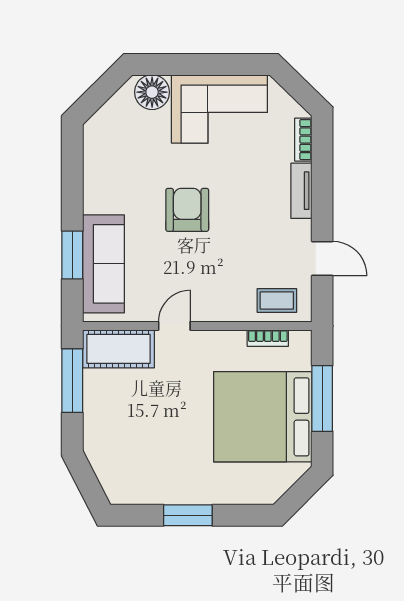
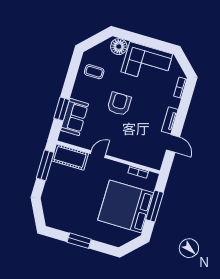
tv unit: (301, 191) -> (170, 120), moved
sofa: (103, 264) -> (74, 117), width x0.73
coffee table: (277, 301) -> (94, 72), moved

